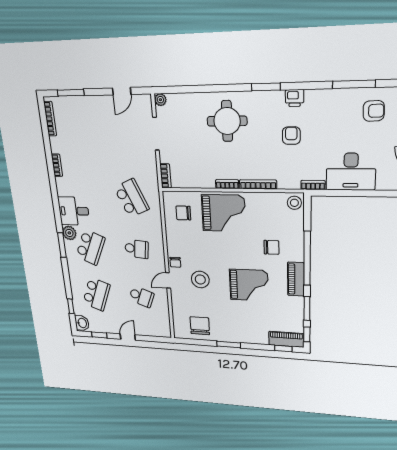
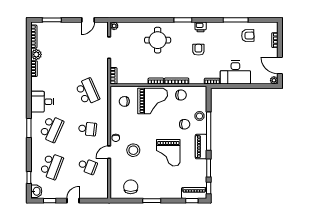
stool: (294, 203) -> (199, 116), moved
chair: (265, 205) -> (181, 95), added
plant: (69, 233) -> (36, 54), moved
grand piano: (249, 285) -> (168, 153), turned 90

